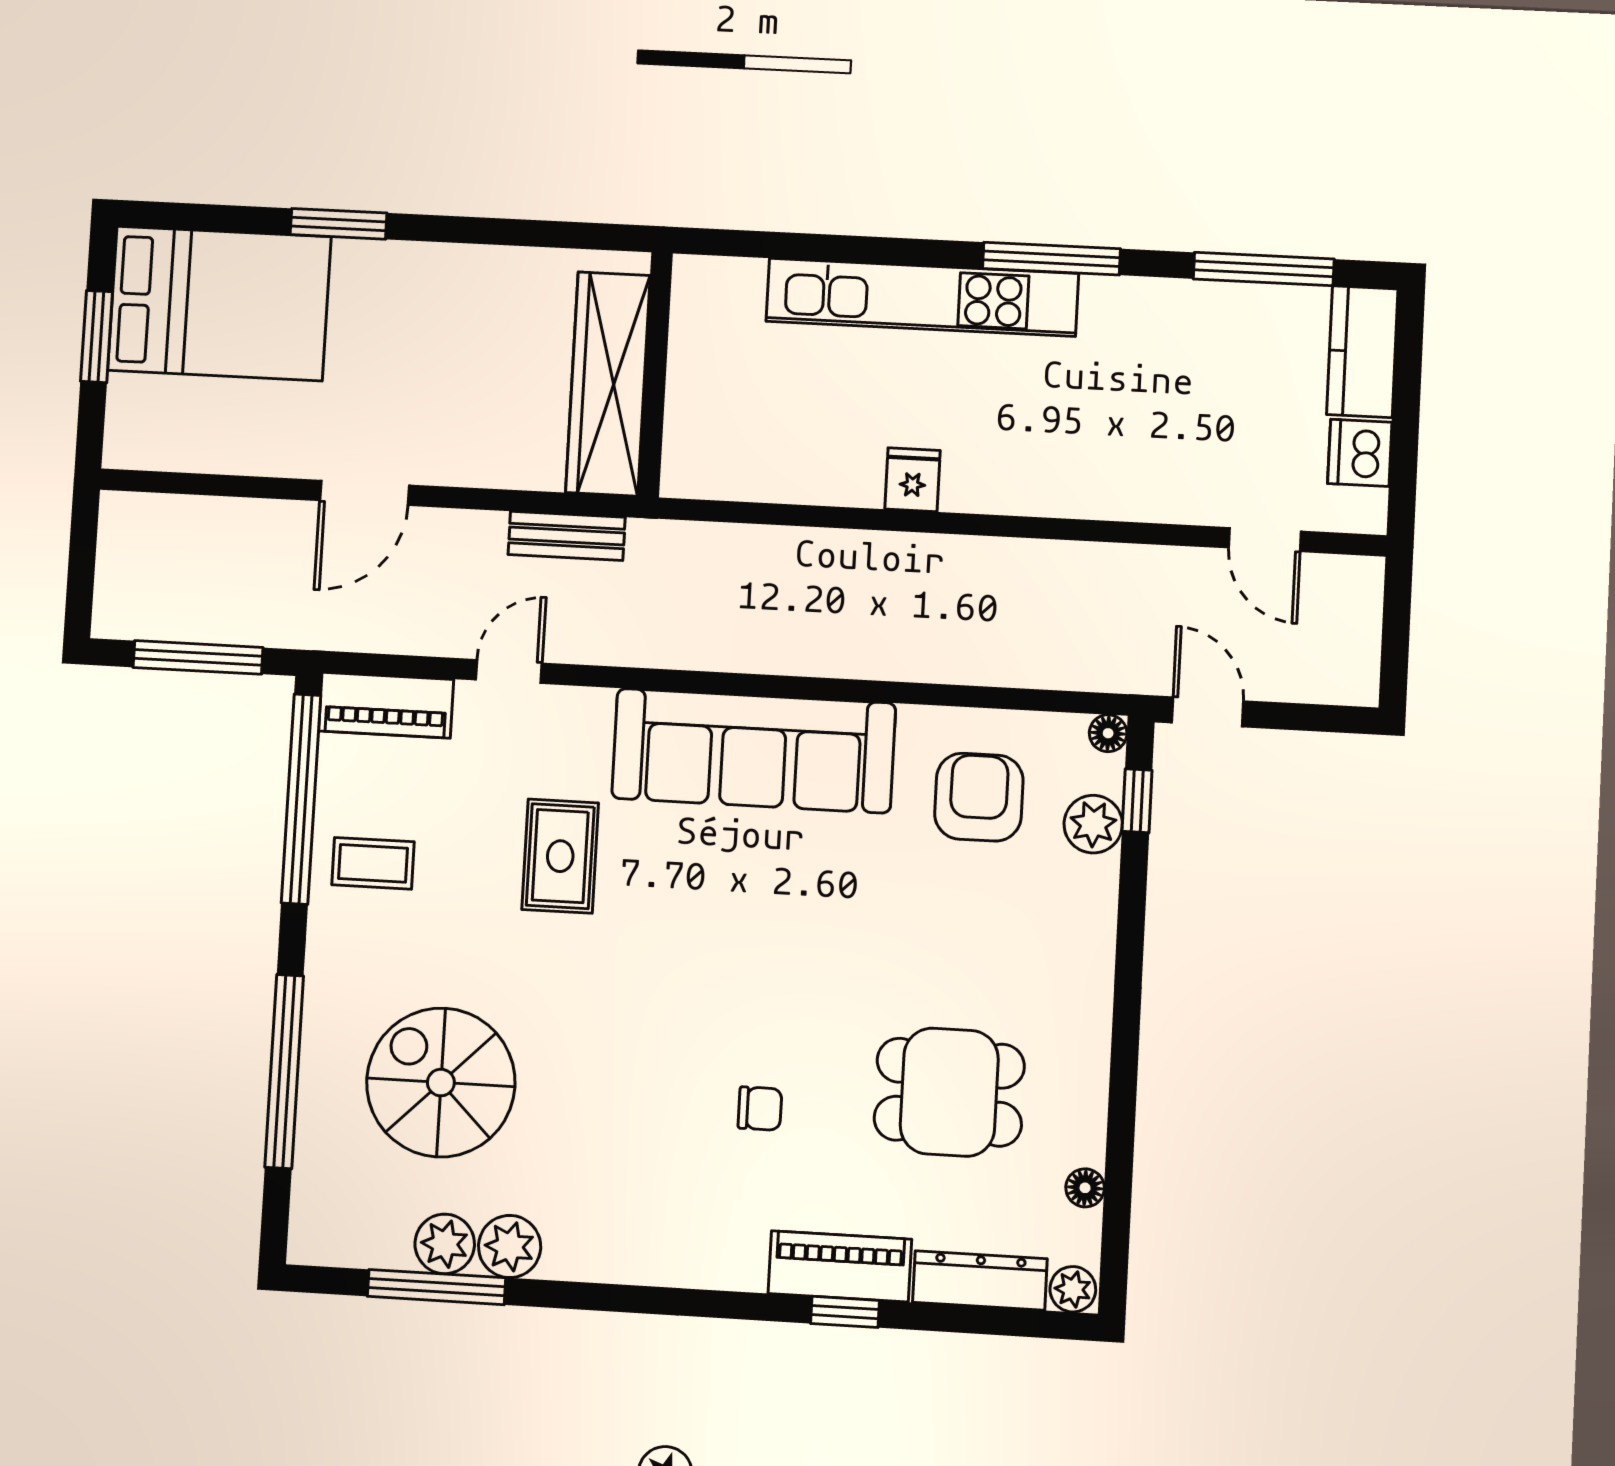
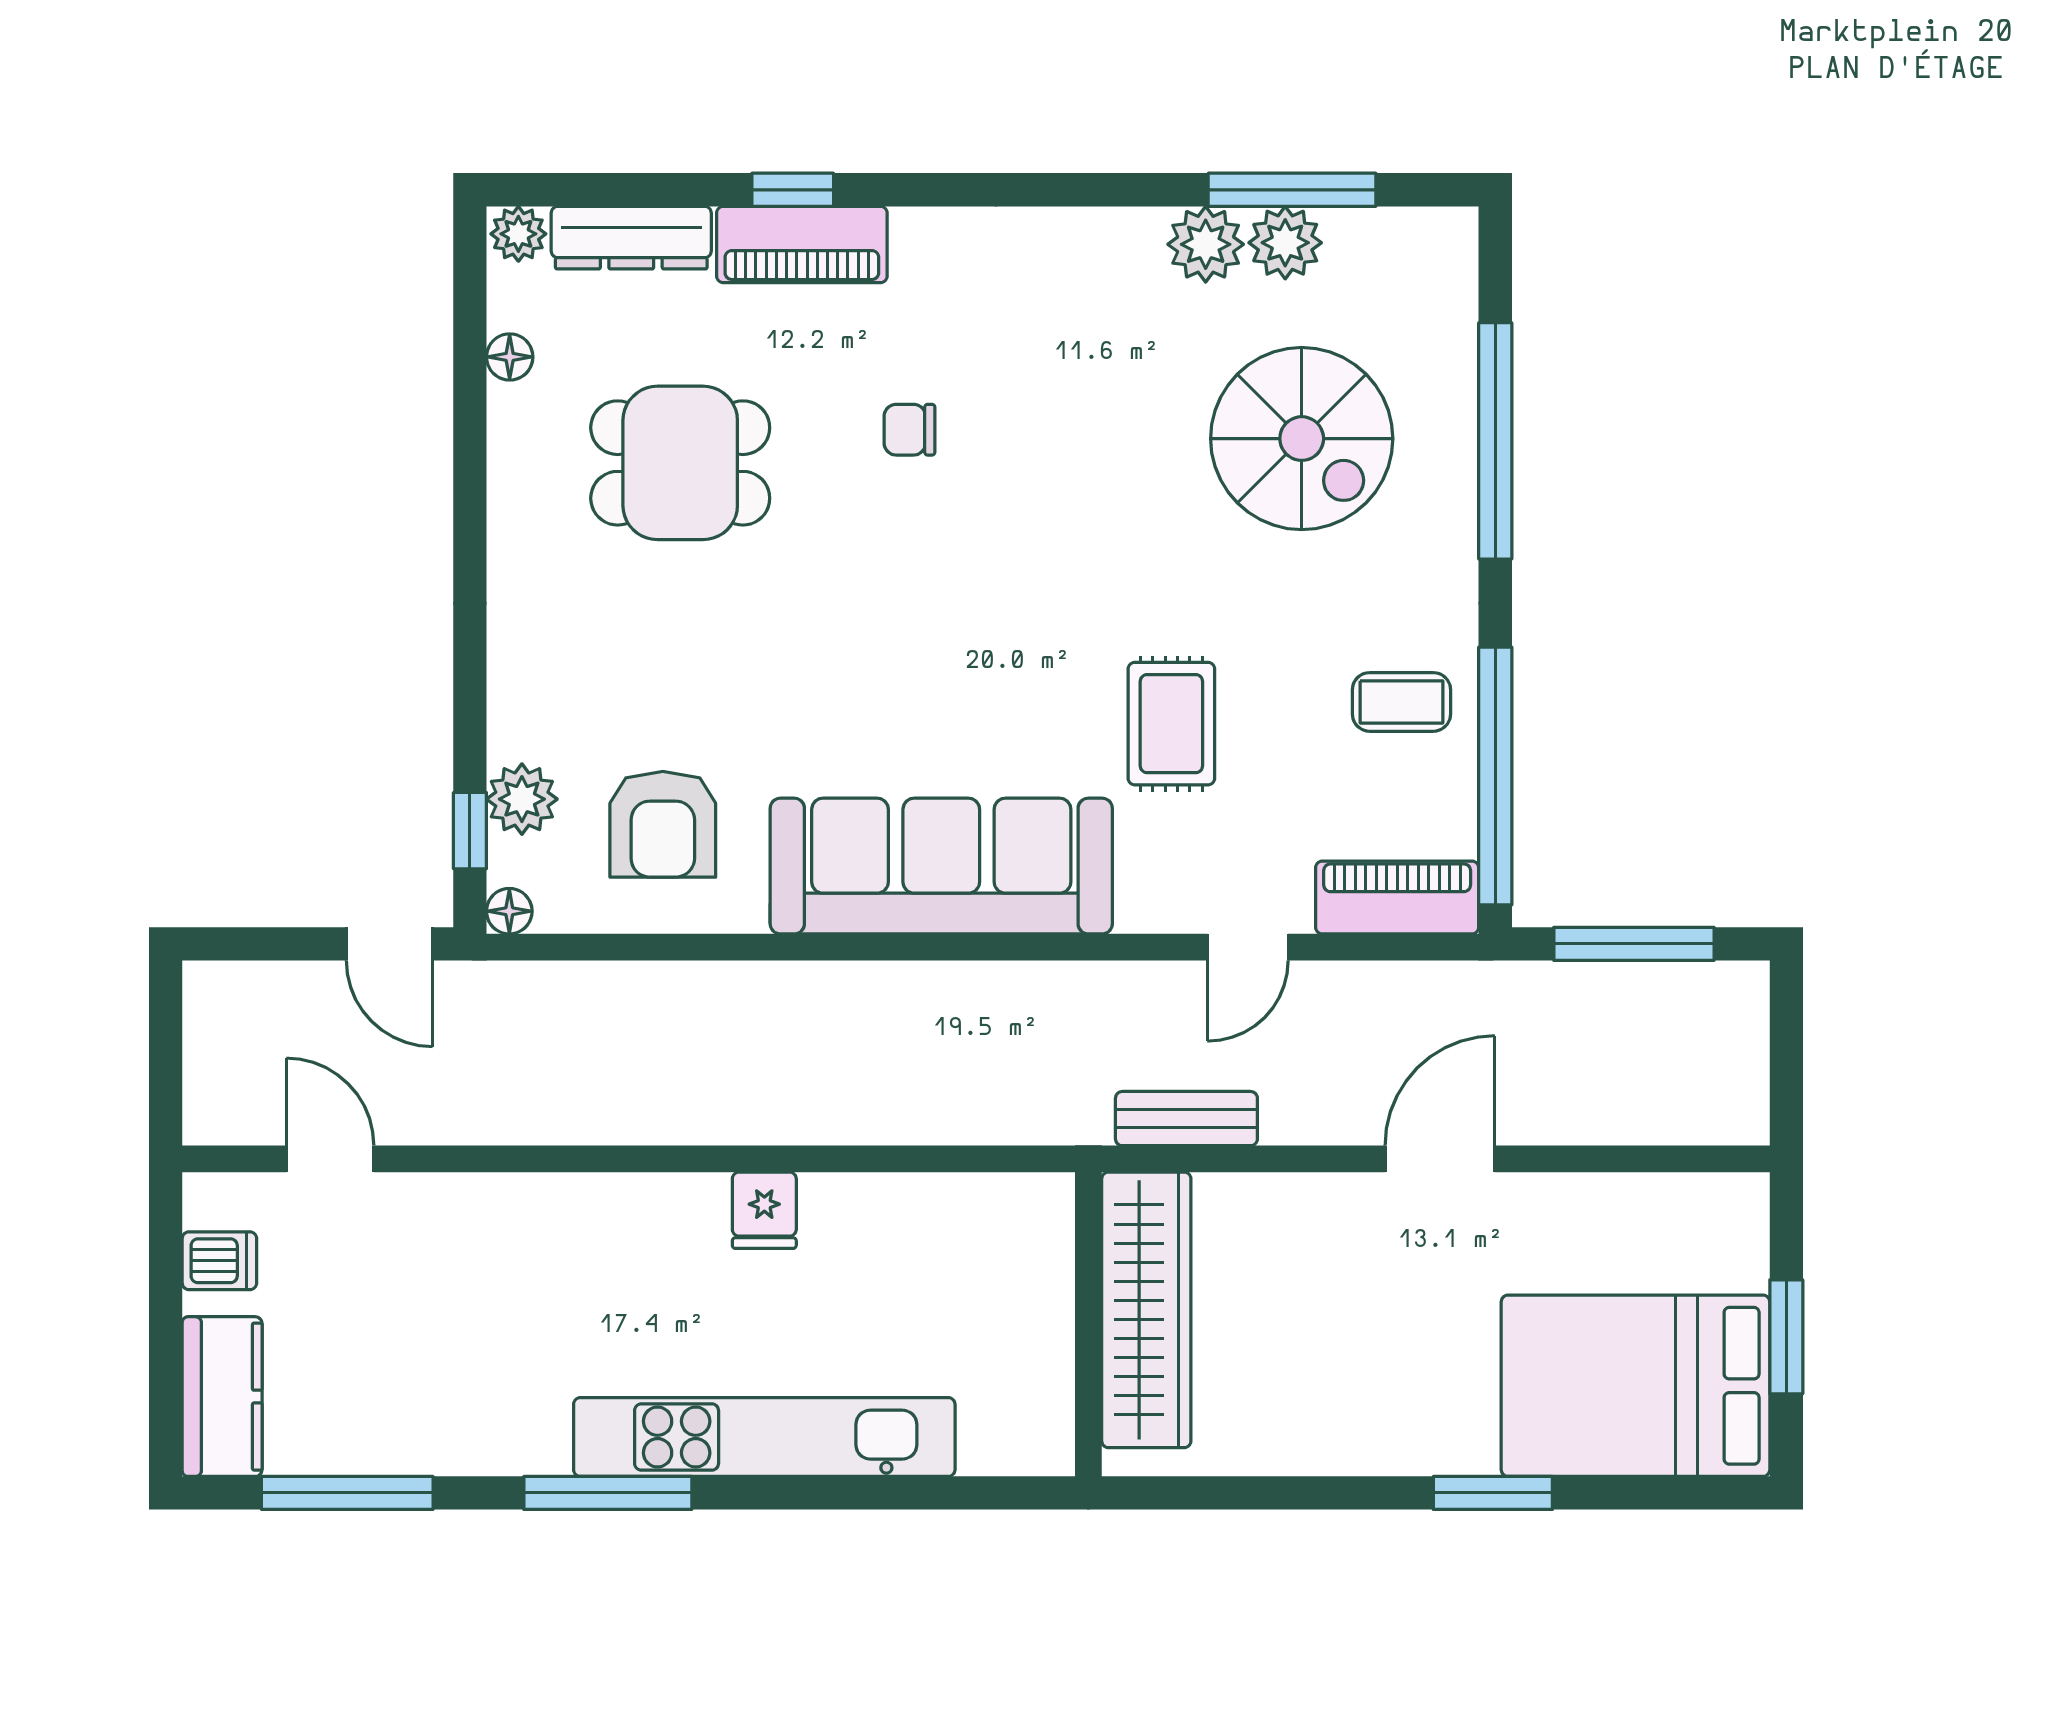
dishwasher: (1360, 453) -> (219, 1261), width x0.73

